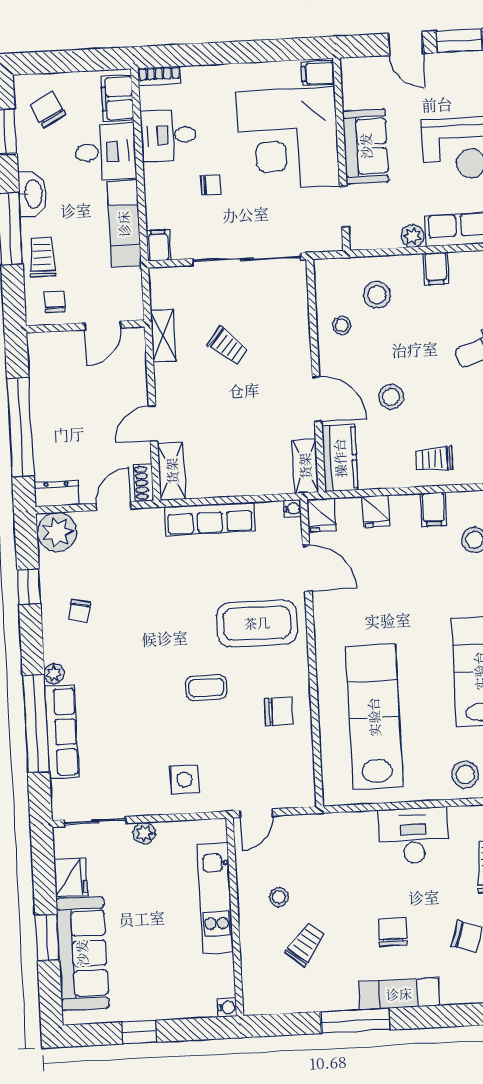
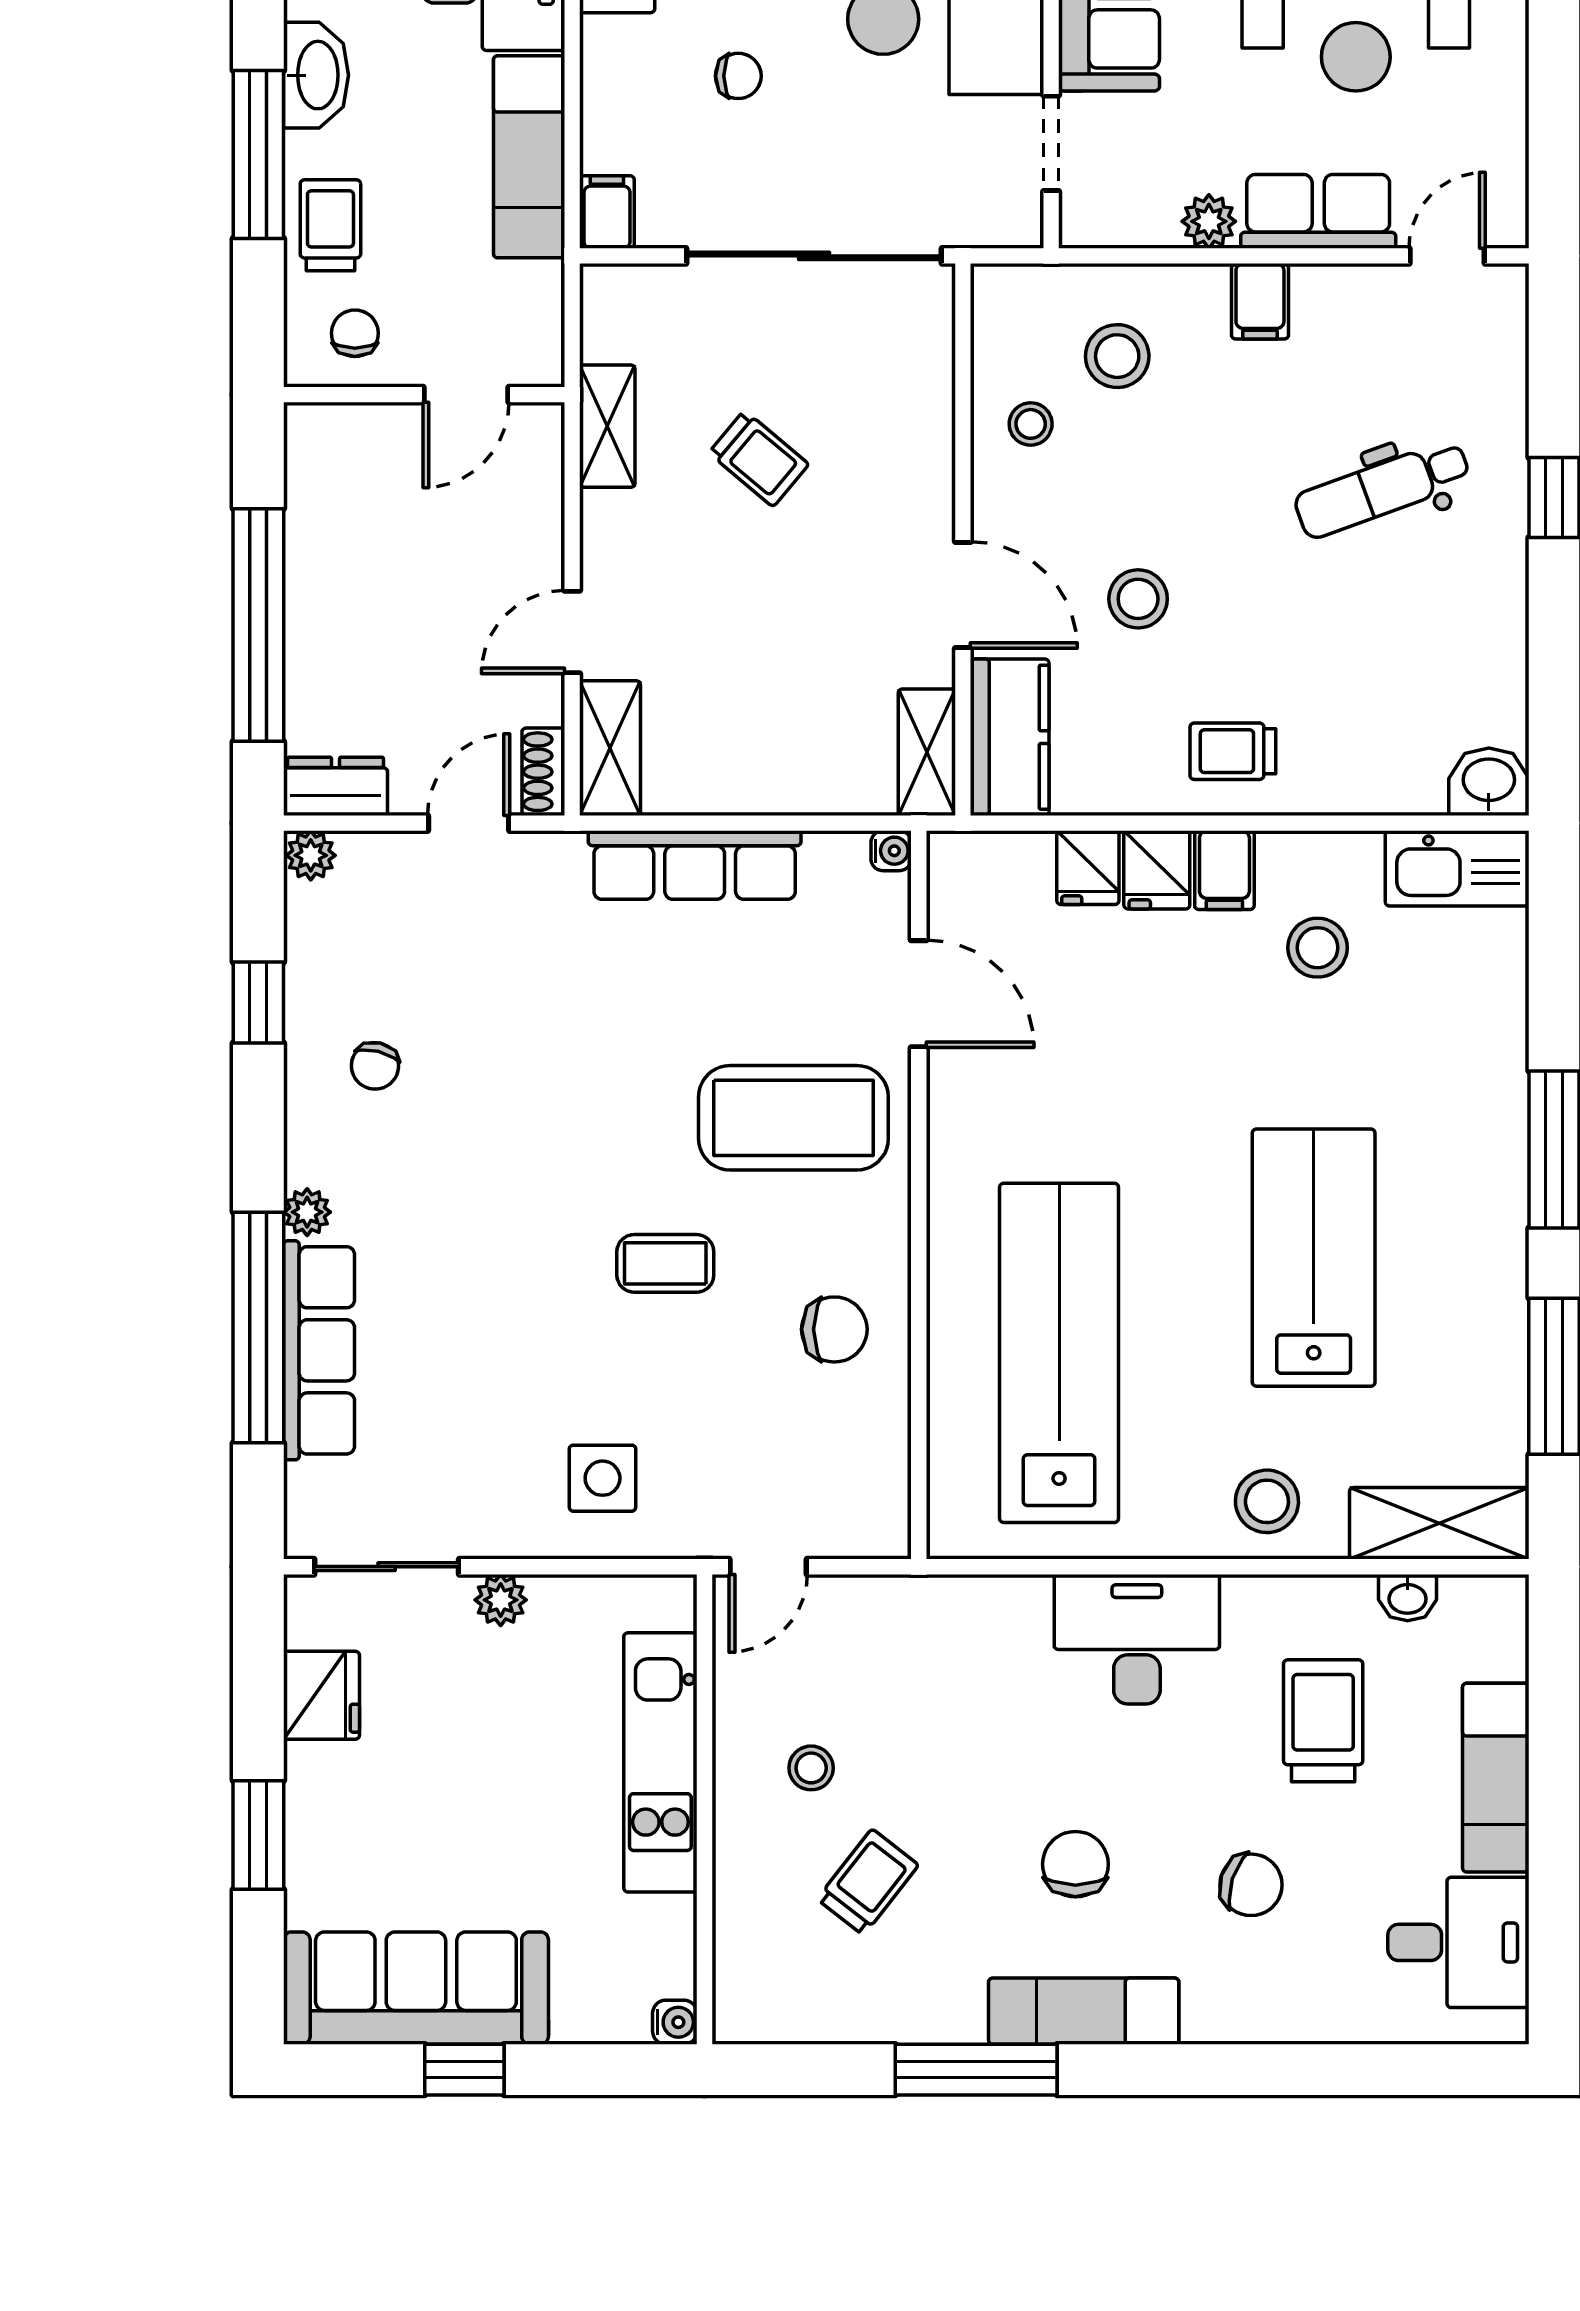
fridge: (322, 515) -> (1157, 870), moved
plant: (57, 532) -> (311, 855), width x0.53, depth x0.53
sofa: (82, 953) -> (416, 1988), moved, turned -90

